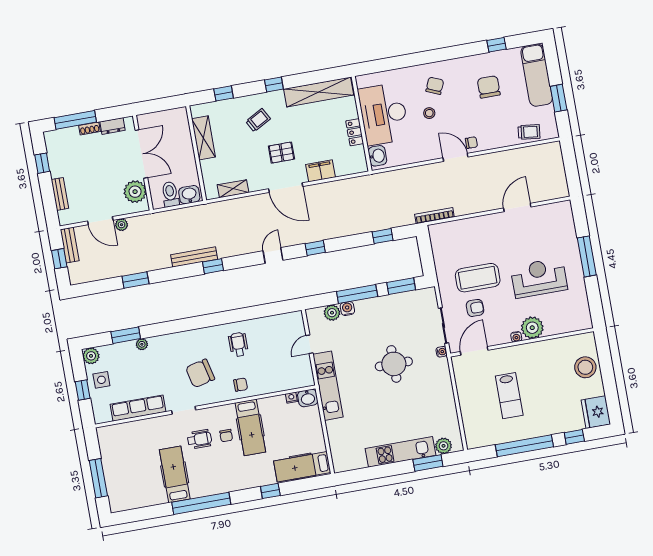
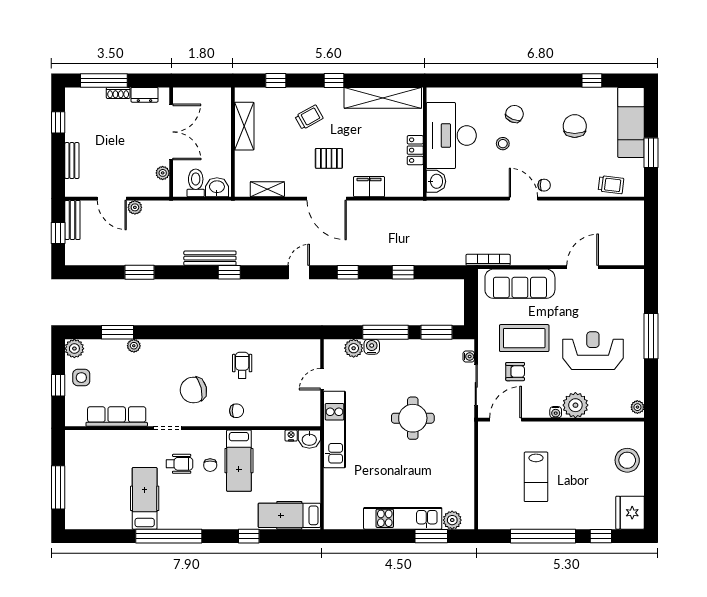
plant: (135, 192) -> (163, 173), width x0.53, depth x0.53
sofa: (466, 231) -> (520, 284), added
window: (383, 236) -> (403, 272), moved
plant: (586, 320) -> (637, 407), added
water cooler: (441, 352) -> (469, 357), moved

